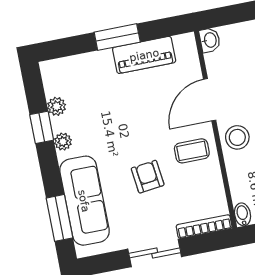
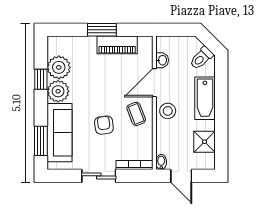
washbasin: (210, 40) -> (162, 60), moved
plant: (57, 106) -> (59, 67), width x1.88, depth x1.88
plant: (63, 142) -> (58, 91), width x1.88, depth x1.88
coffee table: (192, 151) -> (136, 114), turned 69

